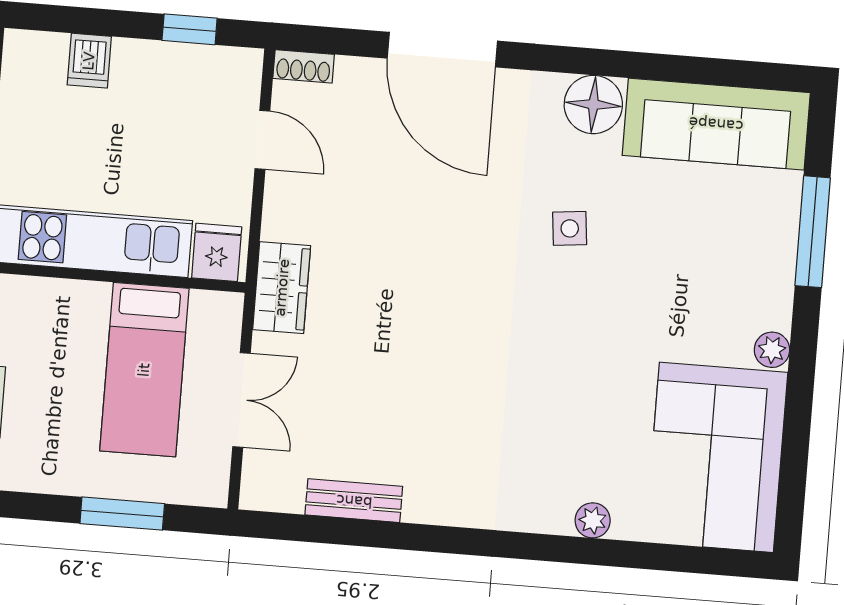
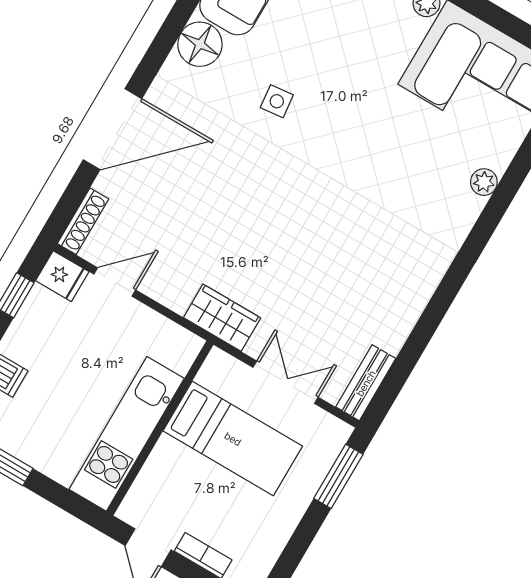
shoe rack: (304, 66) -> (83, 221), width x1.43
fridge: (217, 252) -> (62, 276), moved, turned 180
bench: (354, 501) -> (366, 383), moved
window: (122, 514) -> (338, 476), moved

